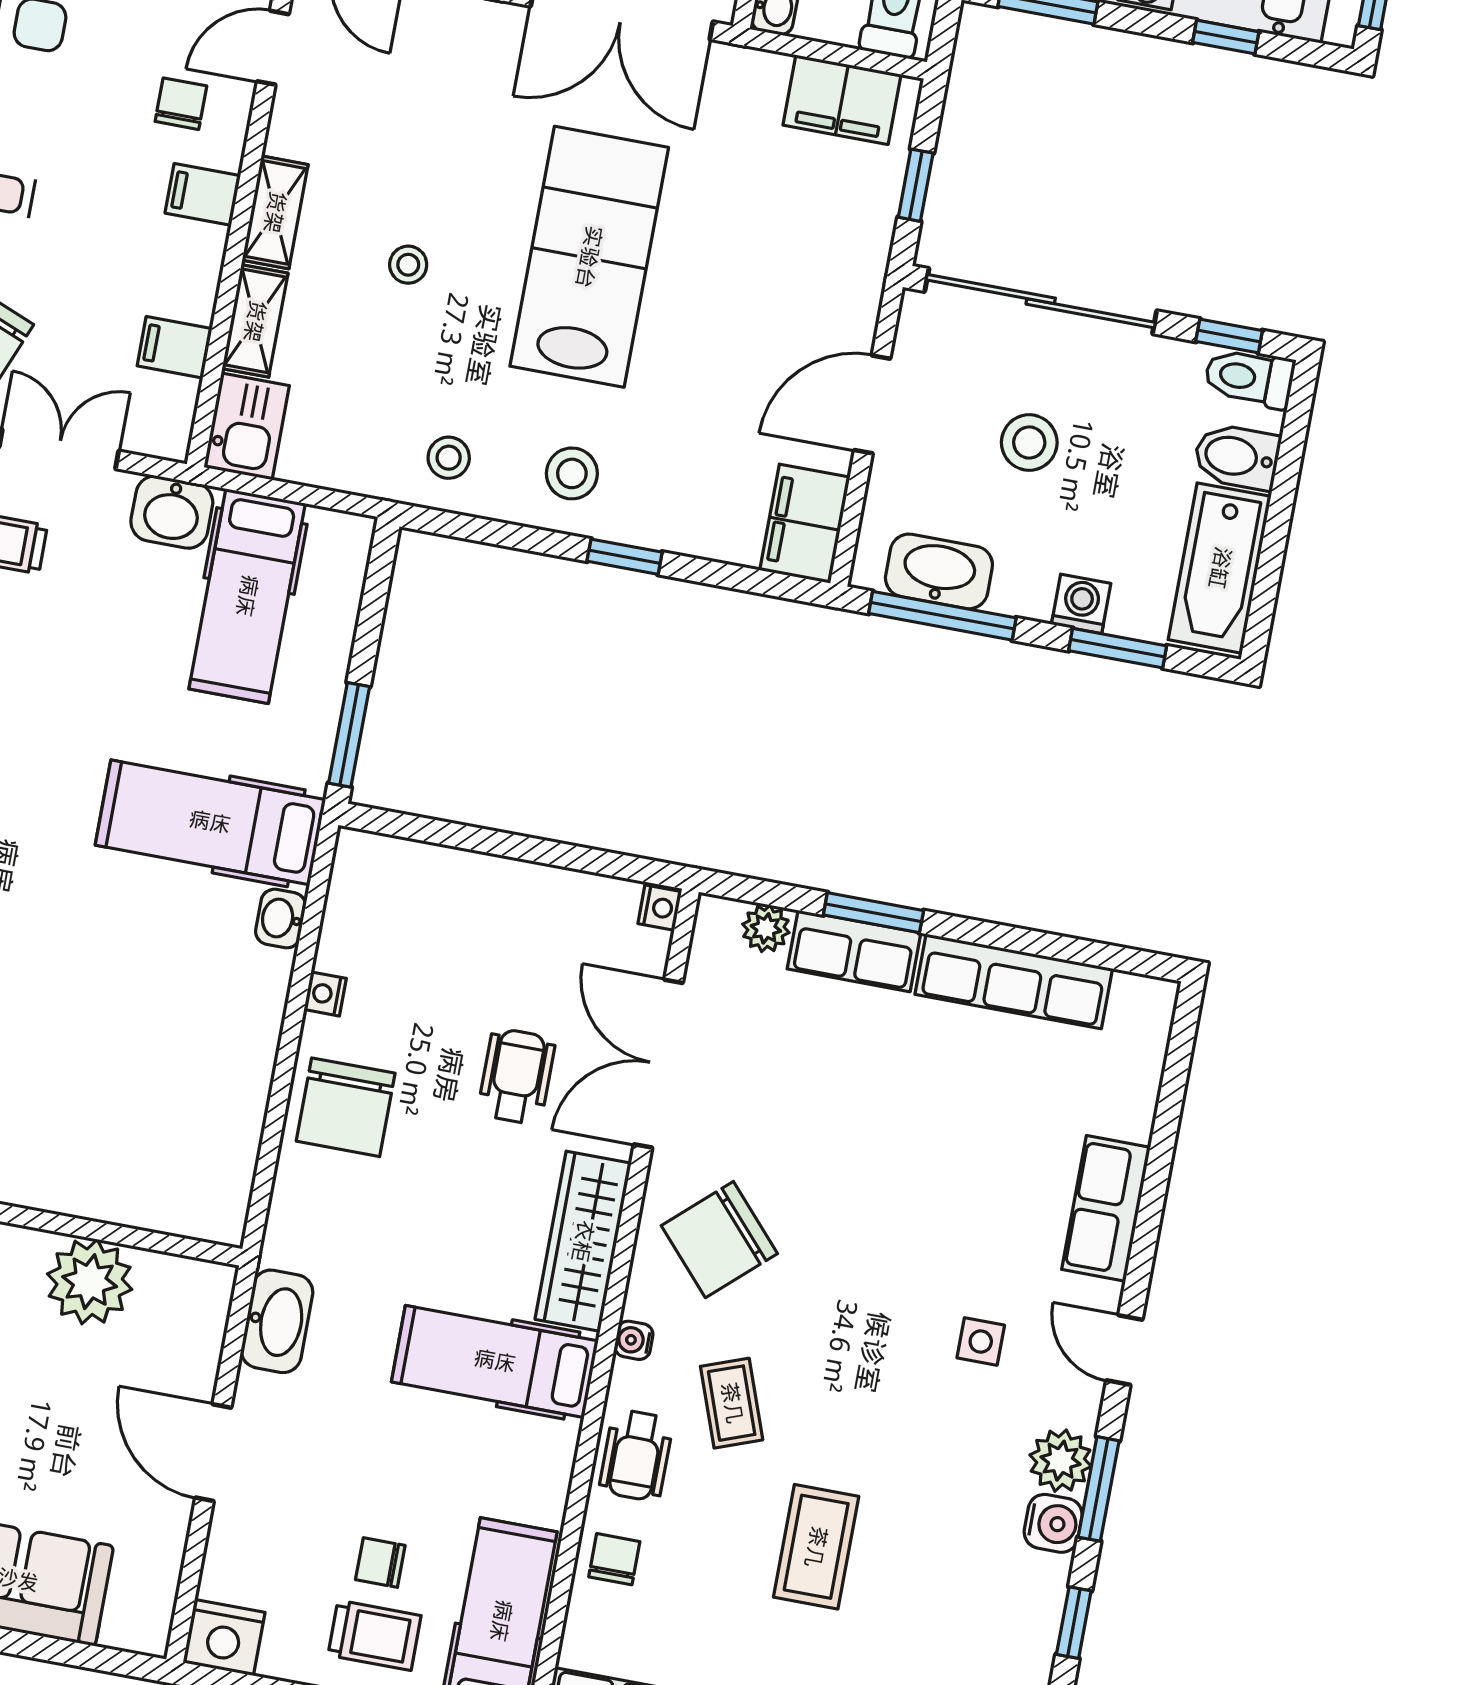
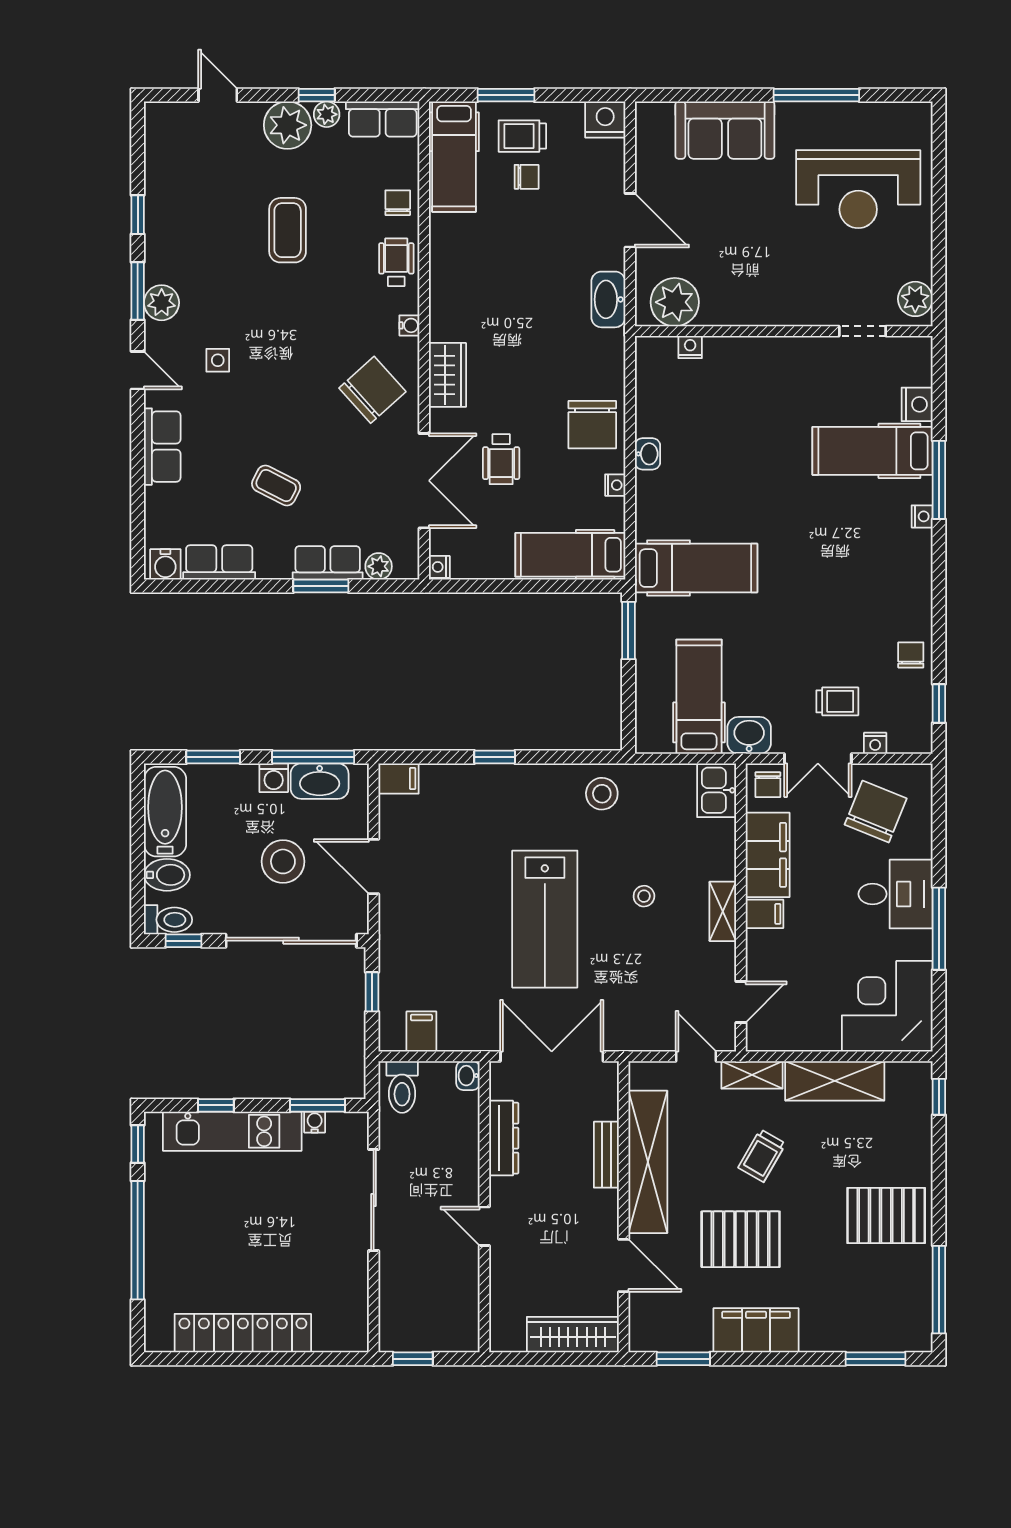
filing cabinet: (842, 100) -> (421, 1032), width x0.50
chair: (181, 104) -> (768, 785), moved
shelving: (255, 321) -> (723, 849), removed
filing cabinet: (175, 347) -> (768, 855), width x3.00, depth x1.17
door: (872, 404) -> (374, 866), swing flipped
stool: (1029, 443) -> (283, 861), width x1.38, depth x1.38
stool: (449, 458) -> (602, 794), width x1.37, depth x1.37
stool: (572, 473) -> (532, 798), removed
filing cabinet: (805, 524) -> (399, 779), width x0.50
washing machine: (1081, 604) -> (274, 778), moved
washbasin: (281, 919) -> (647, 454), moved
row of seats: (1014, 981) -> (219, 562), width x0.68
chair: (346, 1107) -> (592, 425), turned 180
nightstand: (149, 1211) -> (690, 347), added
wardrobe: (583, 1241) -> (448, 375), width x0.67
plant: (90, 1282) -> (675, 302), moved
hospital bed: (495, 1361) -> (570, 555), moved, turned 180
coffee table: (732, 1403) -> (276, 486), moved, turned -43
water cooler: (1053, 1523) -> (165, 564), moved, turned -90
chair: (614, 1559) -> (398, 203), turned 180

